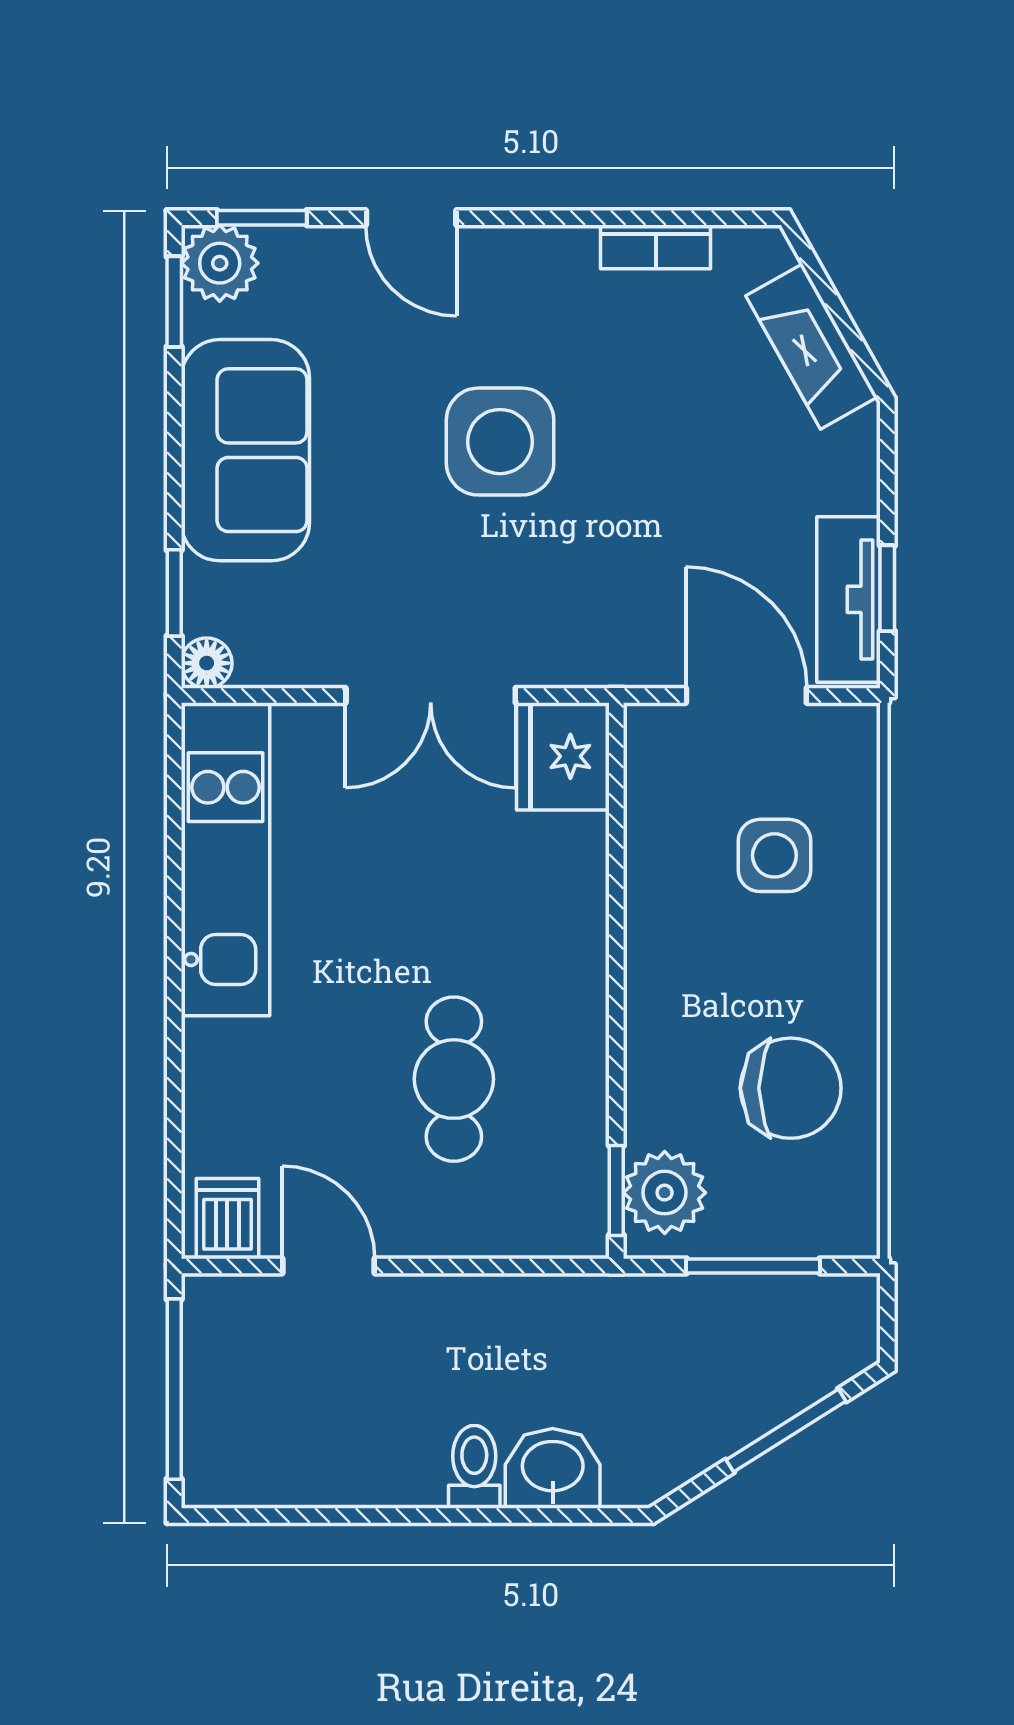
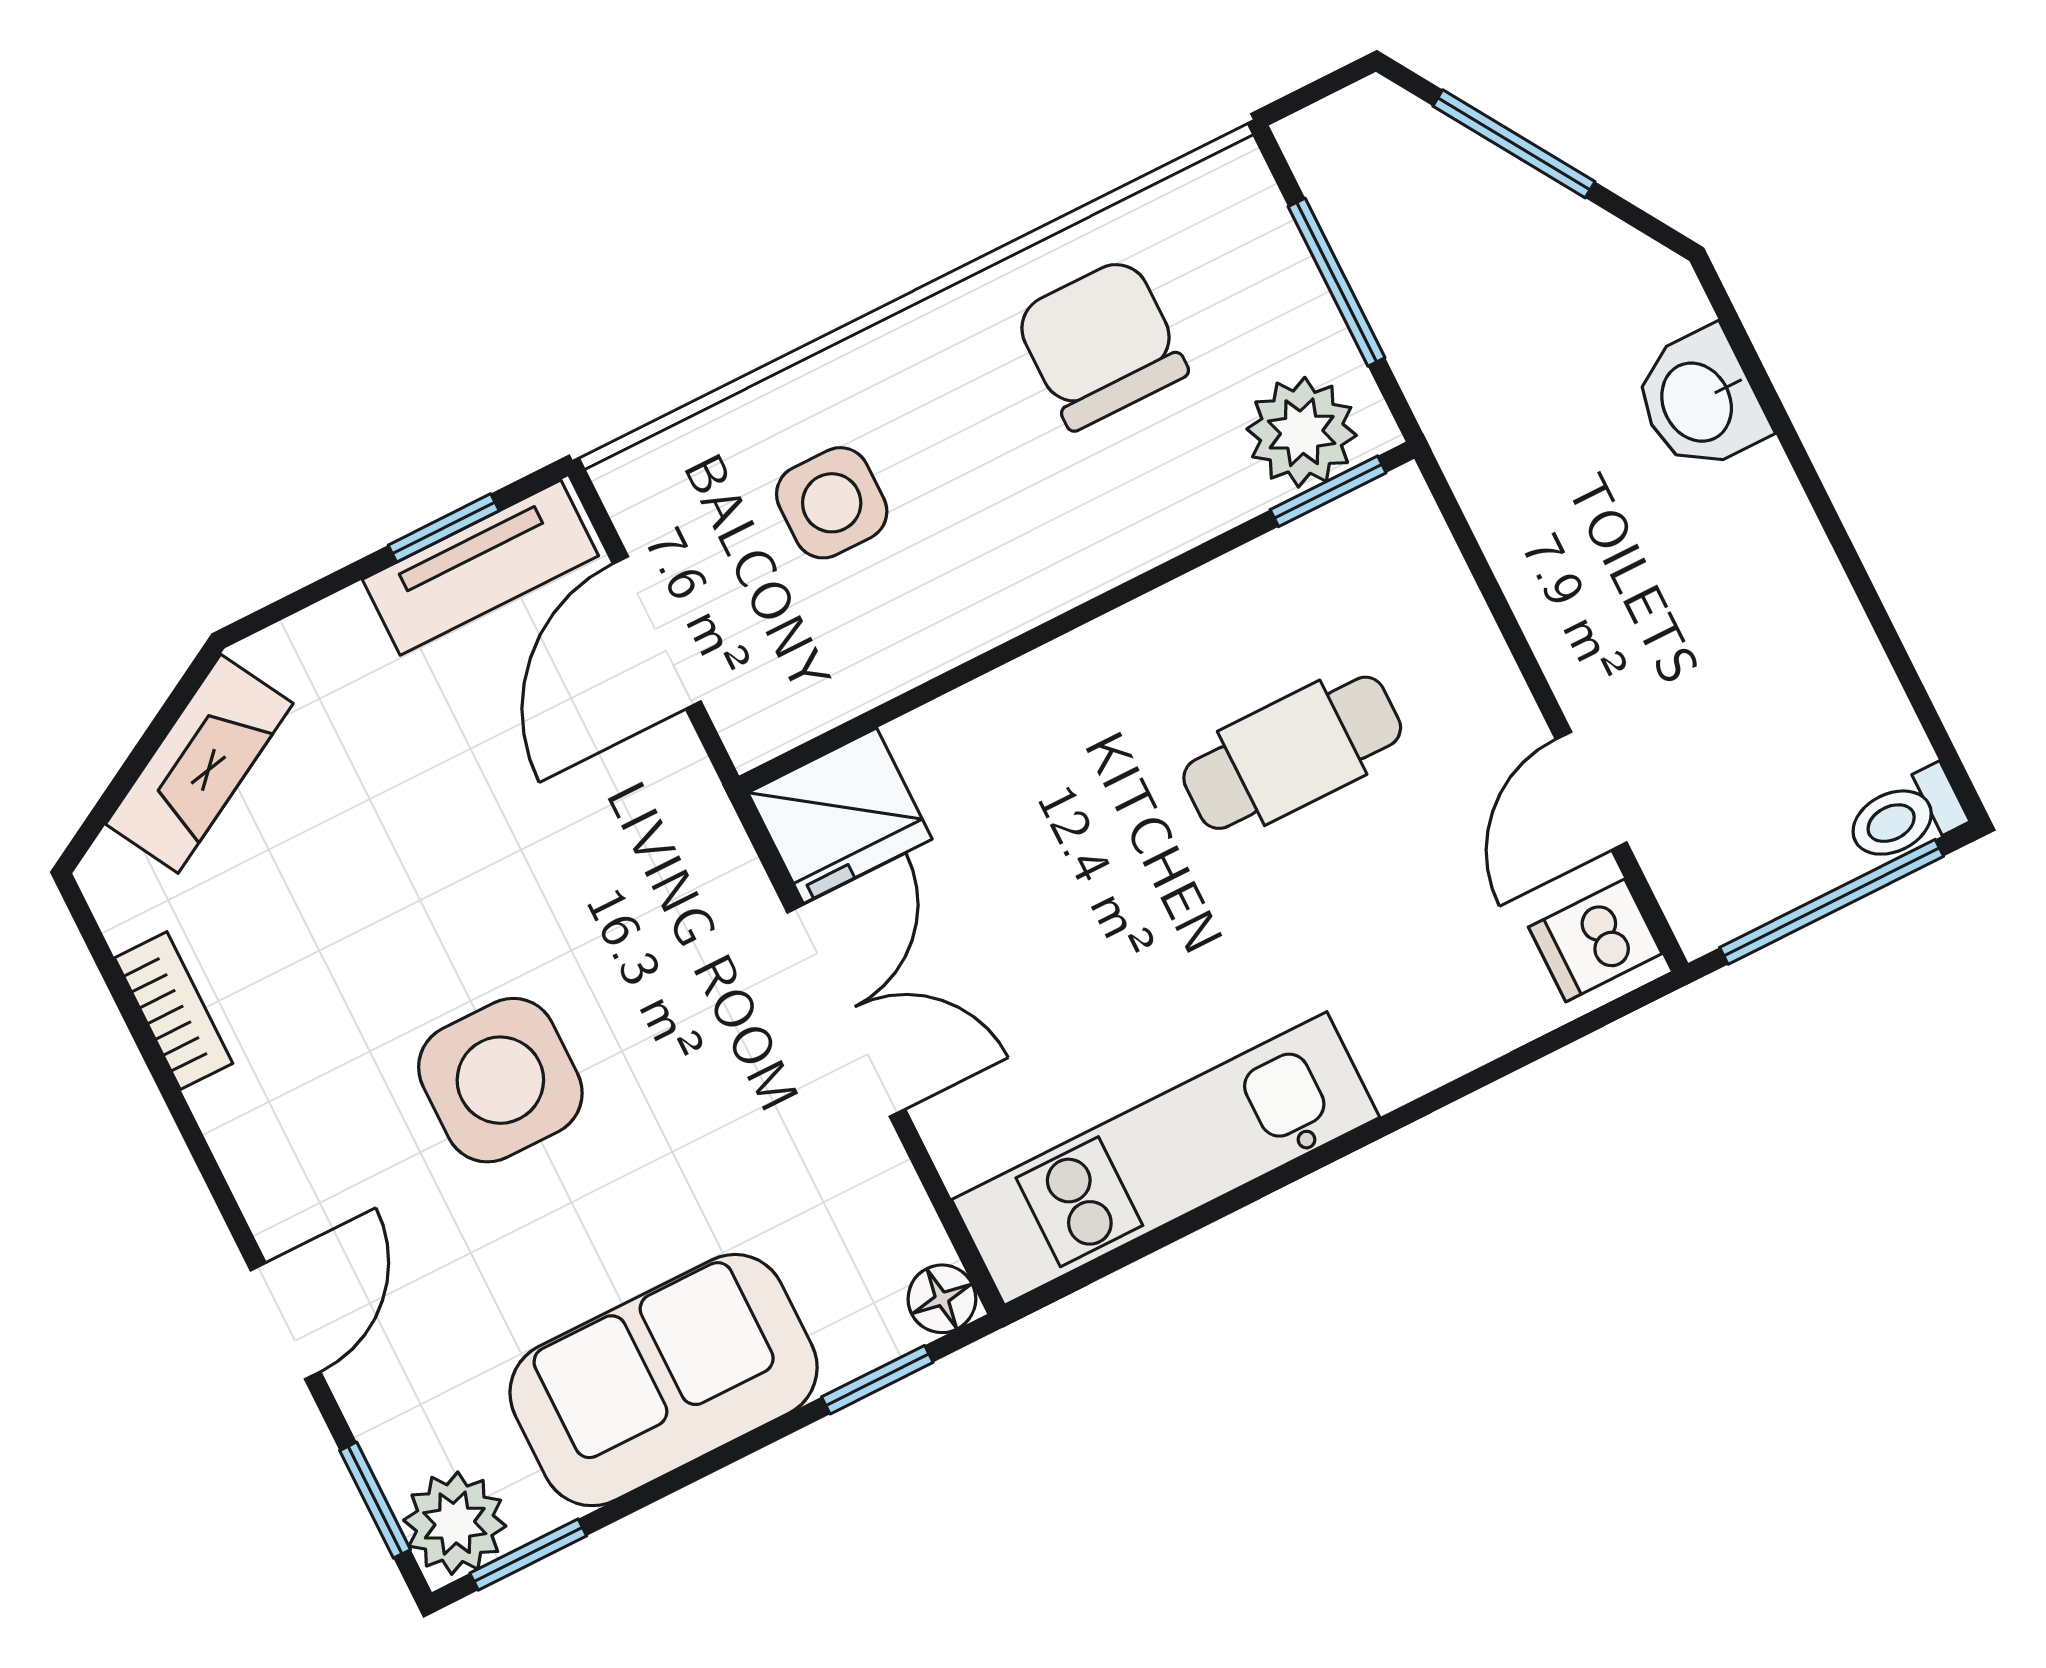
toilet: (474, 1467) -> (1905, 816), moved

